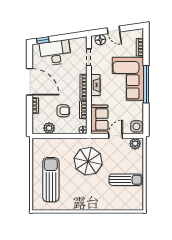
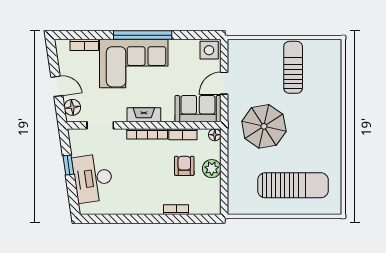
door: (114, 30) -> (57, 86), hinge flipped
window: (43, 40) -> (68, 165), moved
door: (30, 82) -> (139, 219), removed
plant: (49, 128) -> (212, 169), moved
door: (116, 136) -> (224, 83), hinge flipped
plant: (135, 144) -> (236, 52), removed
sun lounger: (51, 180) -> (293, 185), turned 180

